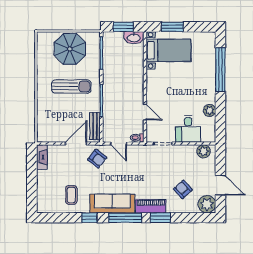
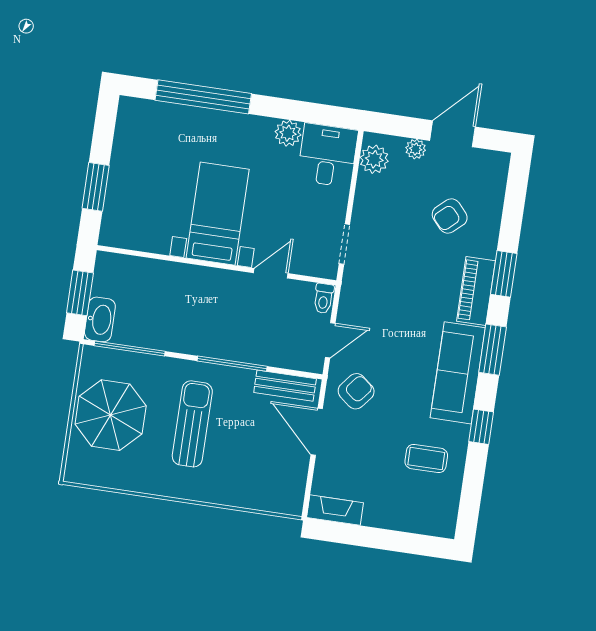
washbasin: (134, 38) -> (100, 319), moved
bed with nightstands: (168, 50) -> (218, 214), moved
desk: (188, 129) -> (328, 155), moved, turned -90
plant: (207, 204) -> (416, 149), moved, width x0.53, depth x0.53
window: (125, 218) -> (493, 350), width x0.69

